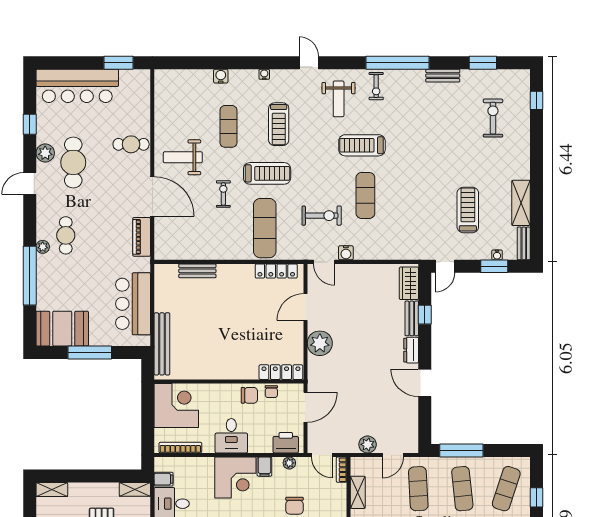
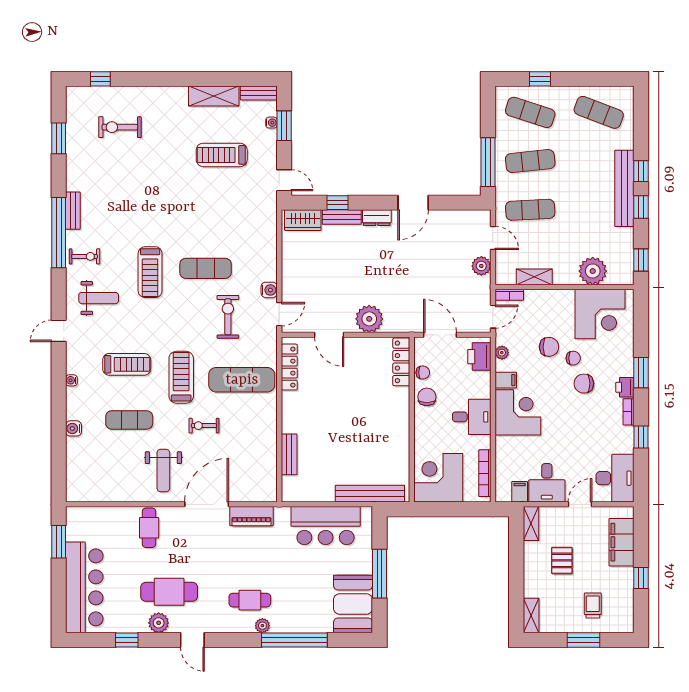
bench: (443, 76) -> (73, 211), moved

